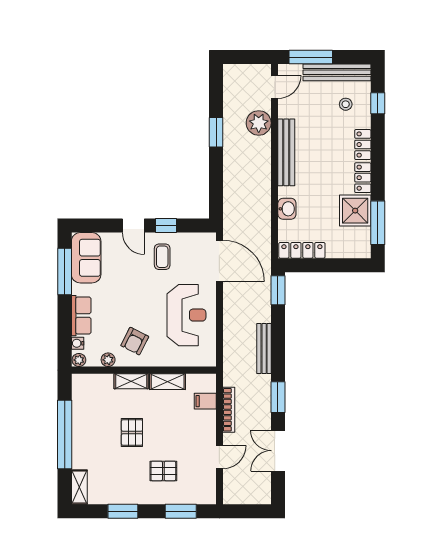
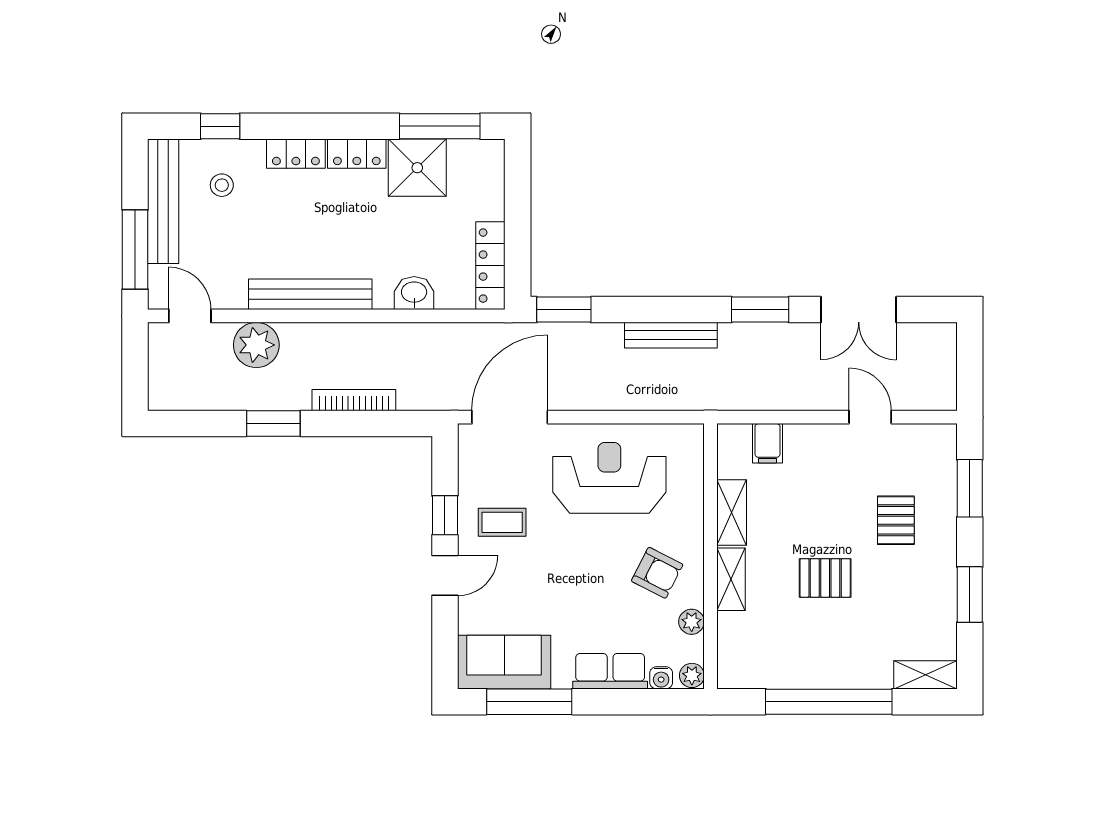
bookcase: (229, 410) -> (354, 400), moved

